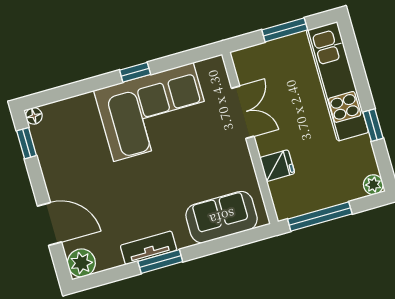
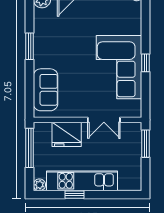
window: (285, 30) -> (146, 144), moved
kitchen unit: (337, 81) -> (82, 181), moved
fridge: (277, 166) -> (67, 134), width x1.88, depth x1.34
tv unit: (149, 248) -> (40, 42), removed

